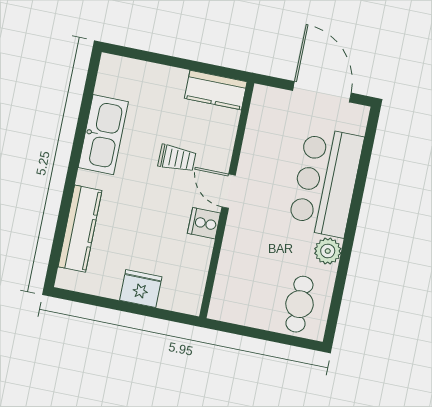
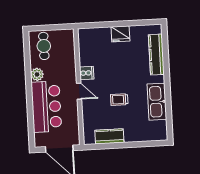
door: (229, 191) -> (79, 91), moved
wall: (227, 200) -> (79, 87), moved
cooker: (204, 223) -> (87, 73), moved

